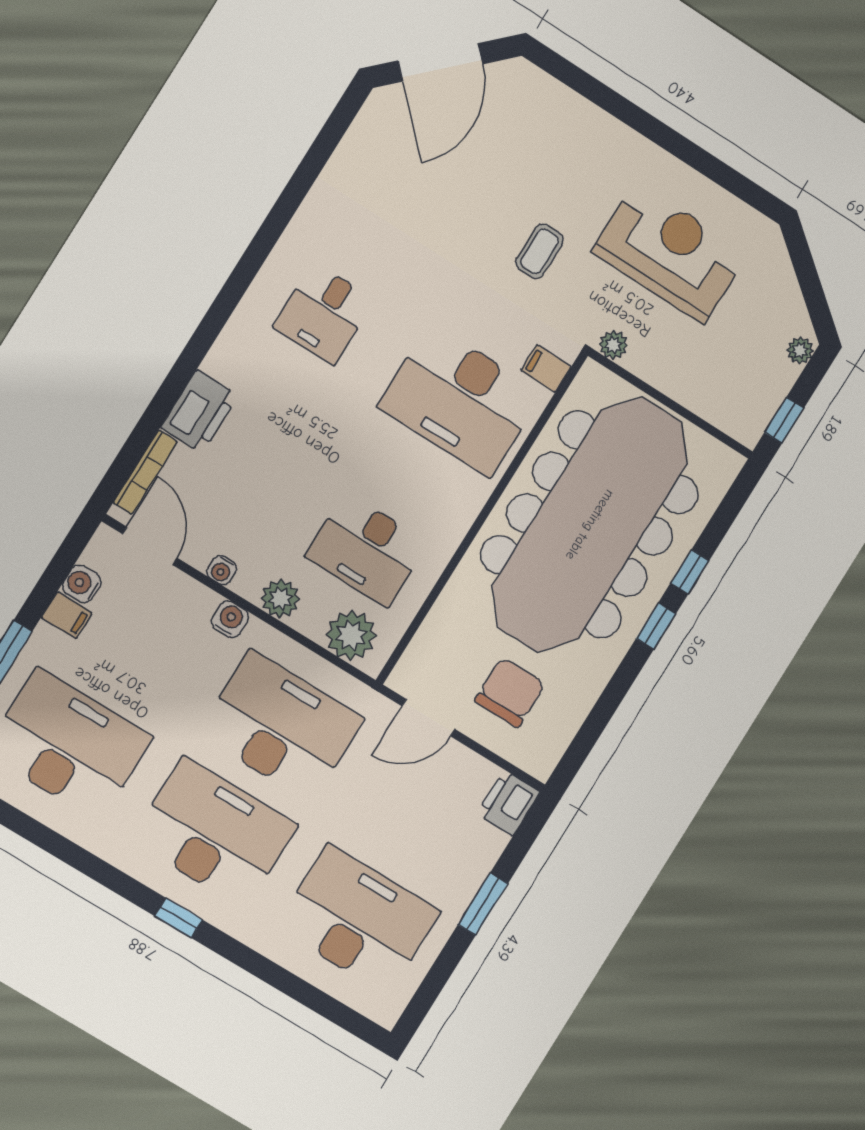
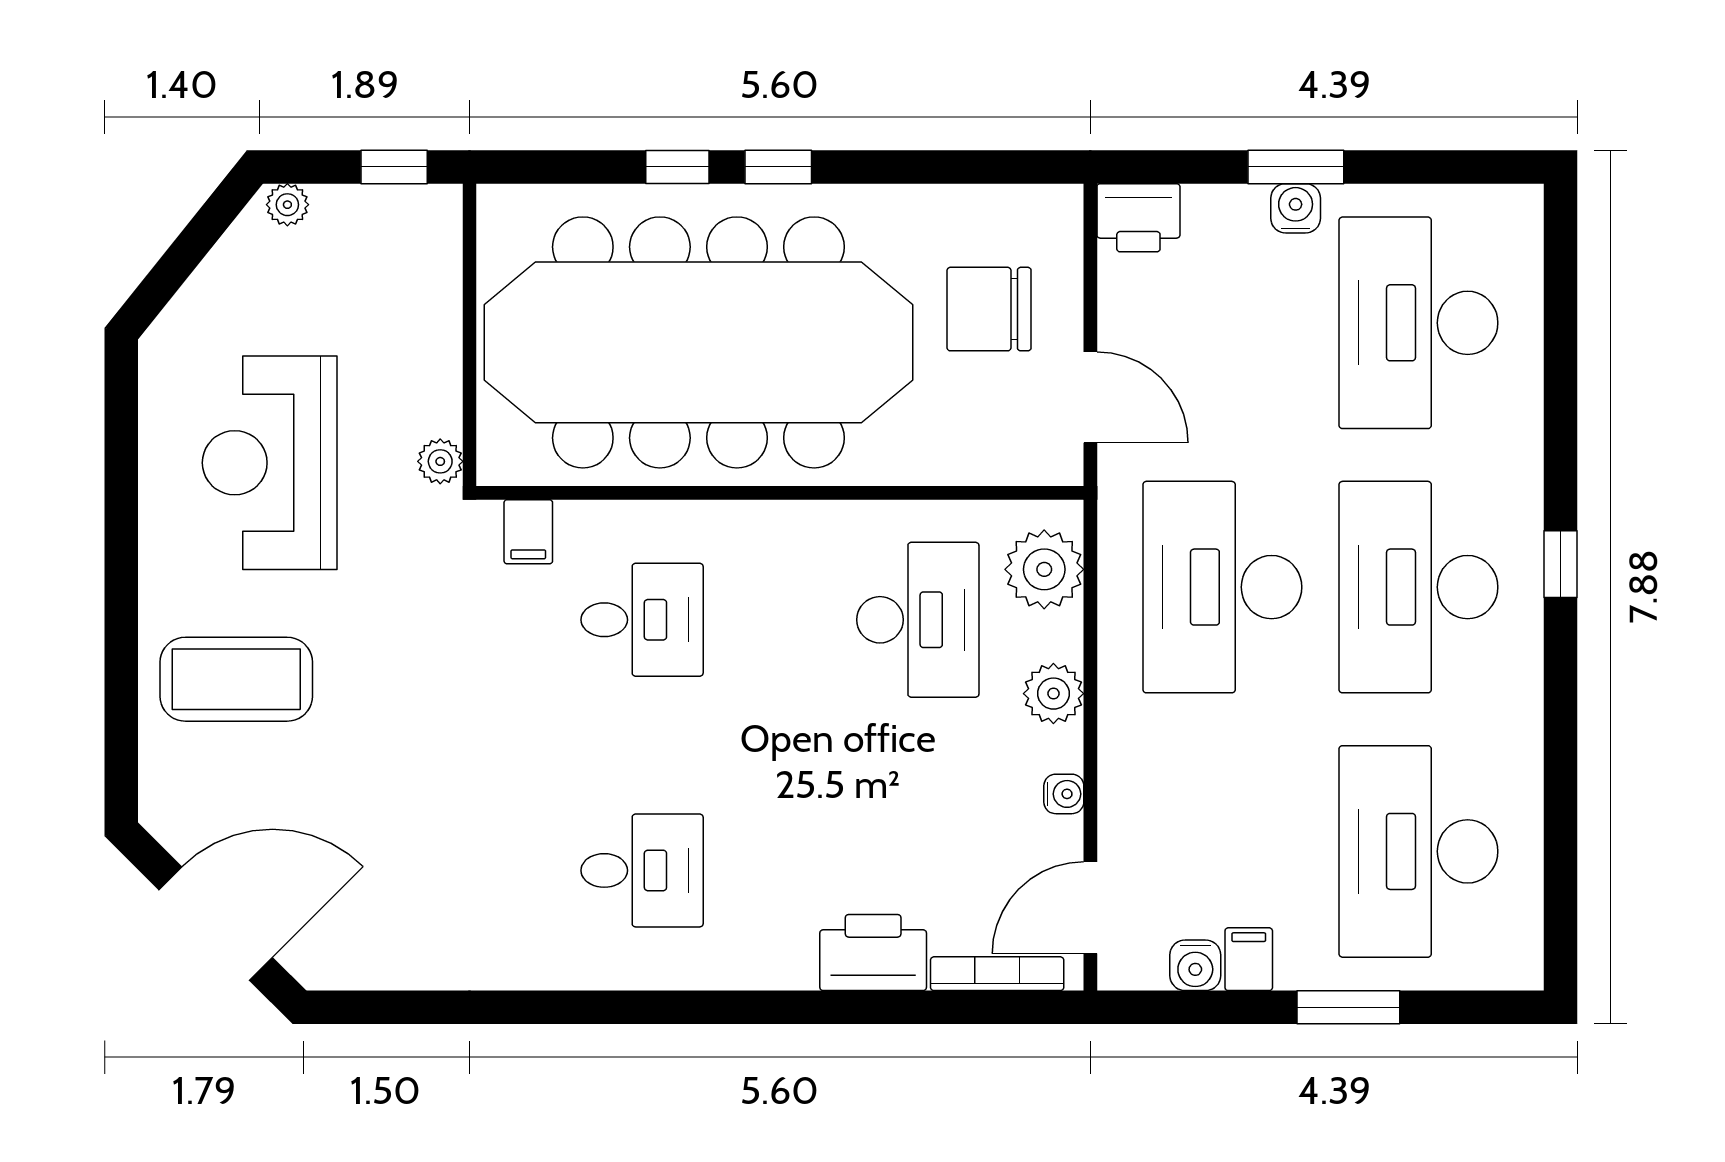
coffee table: (539, 251) -> (236, 679), moved, width x1.86, depth x1.72
desk: (460, 400) -> (642, 620), width x0.53, depth x0.77
water cooler: (230, 619) -> (1296, 208), moved, turned 90

